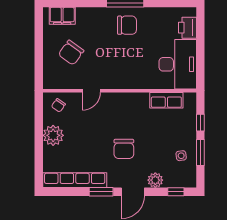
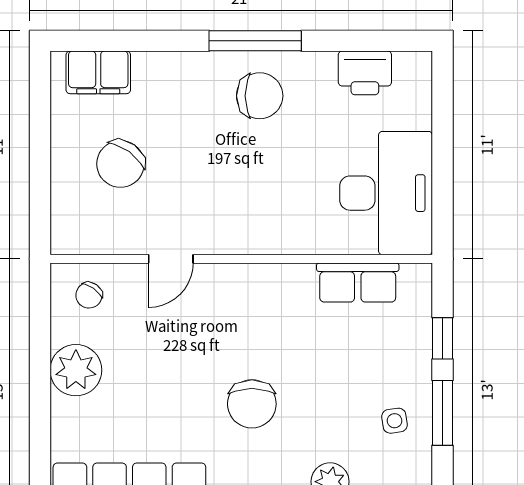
printer: (188, 28) -> (365, 73), moved, turned -90

